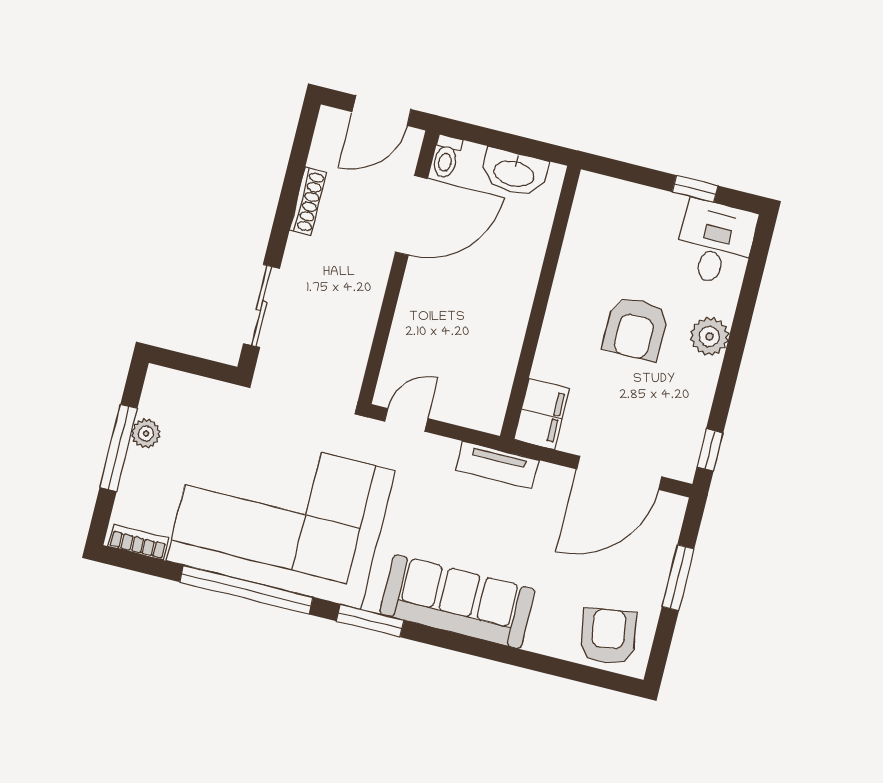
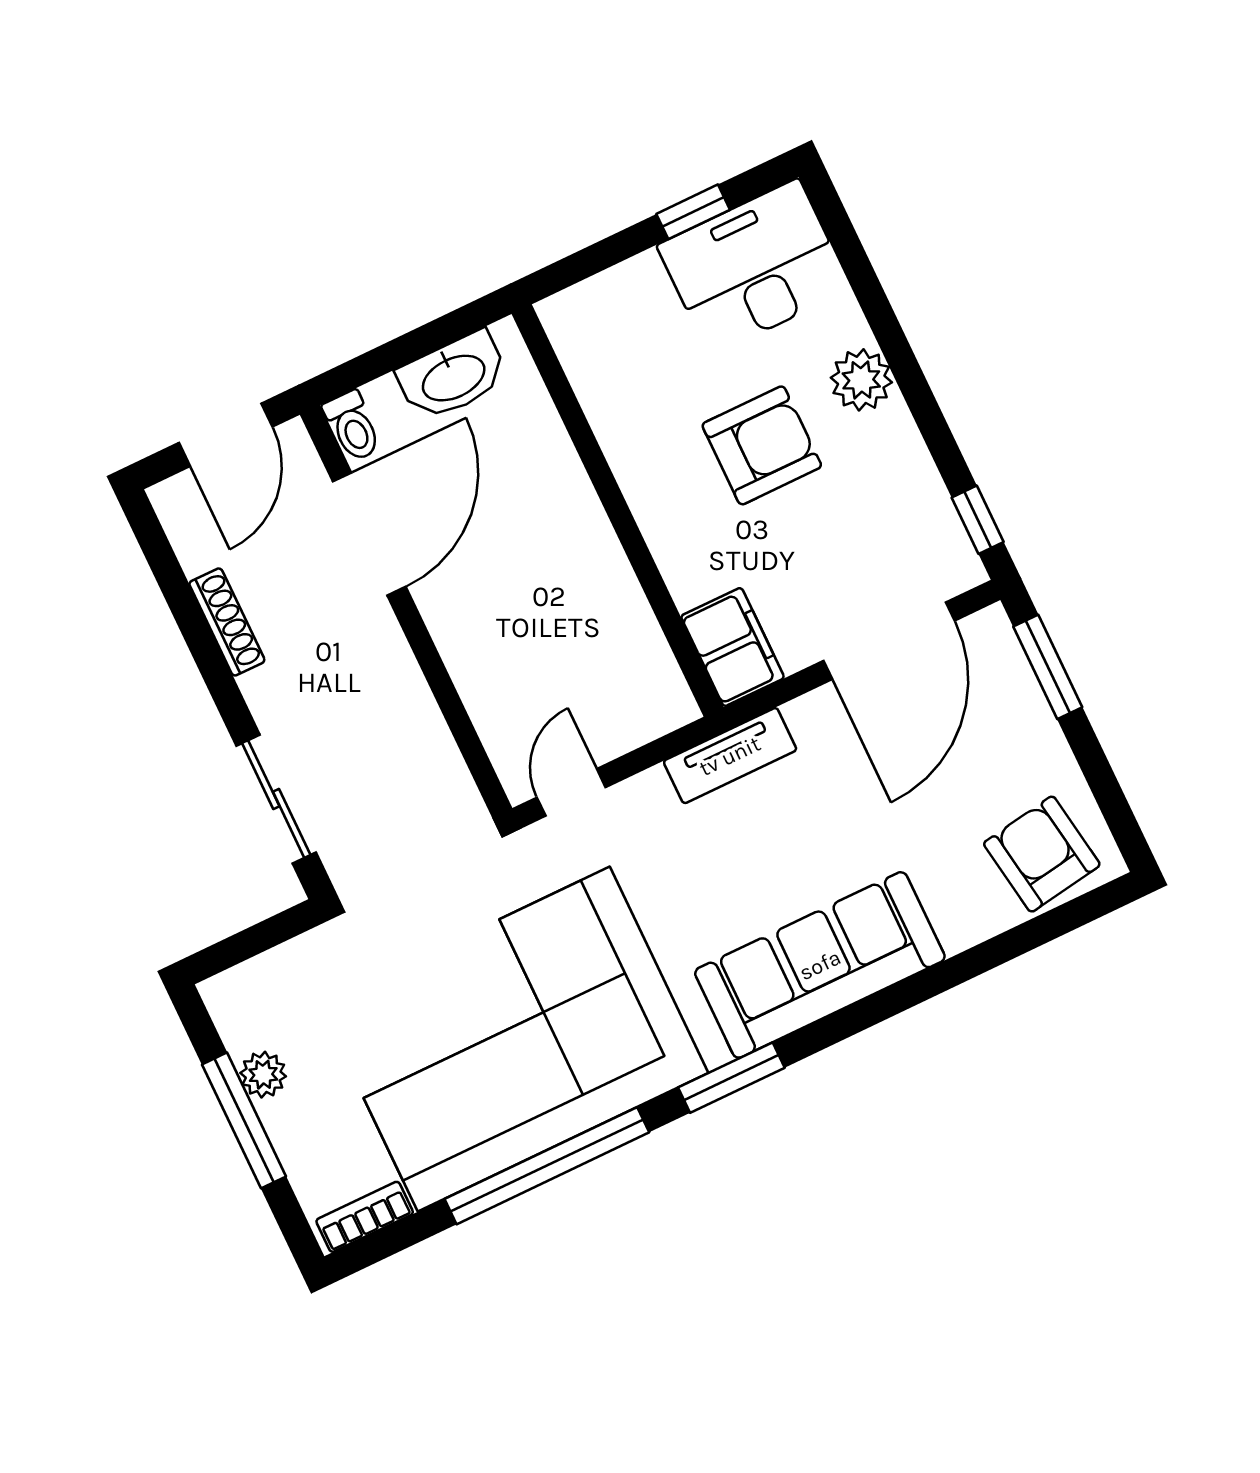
desk: (715, 243) -> (754, 267), width x1.37
armchair: (636, 328) -> (762, 445), turned -90
window: (678, 578) -> (1048, 667), moved

